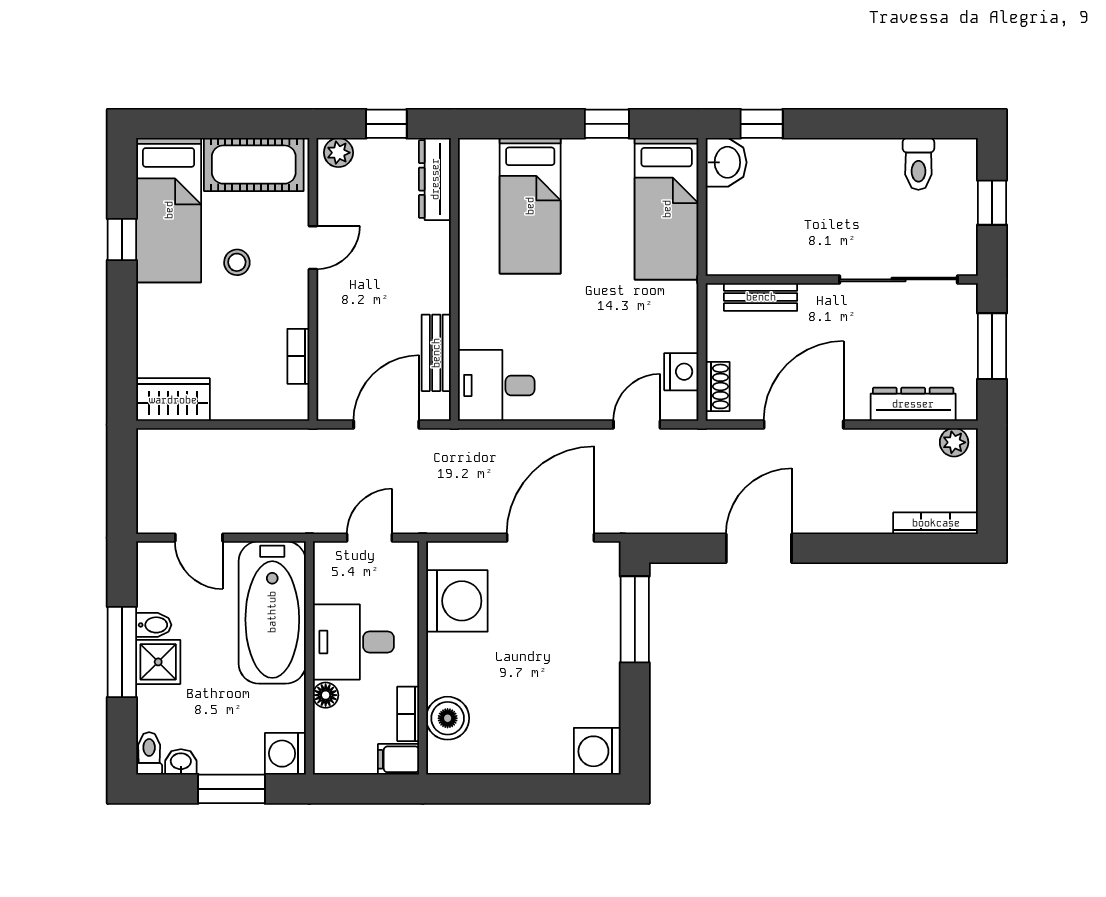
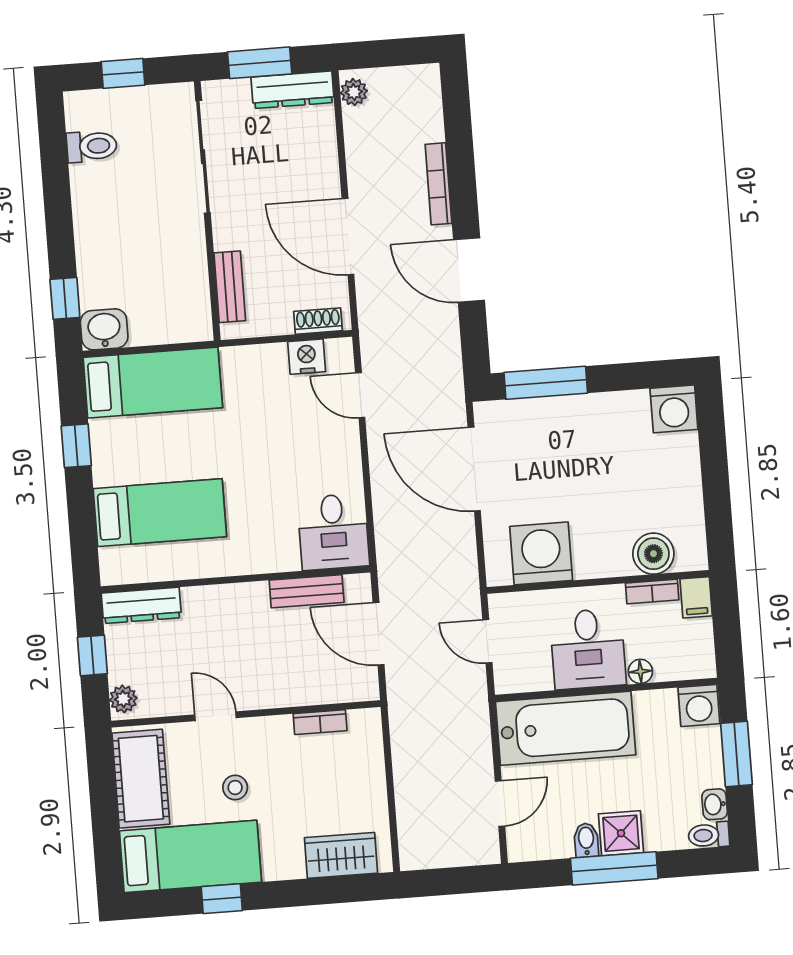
wardrobe: (173, 400) -> (341, 855), moved, turned 90
dresser: (913, 404) -> (293, 90), moved, turned -90
bookcase: (936, 523) -> (438, 184), moved

